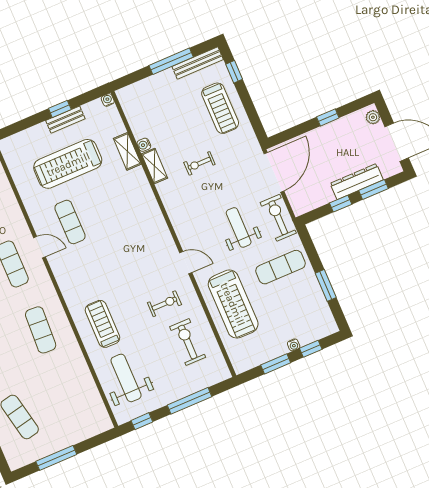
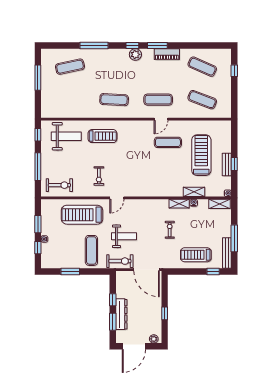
shelving: (129, 105) -> (220, 204), added
exercise bike: (188, 342) -> (59, 185), moved

